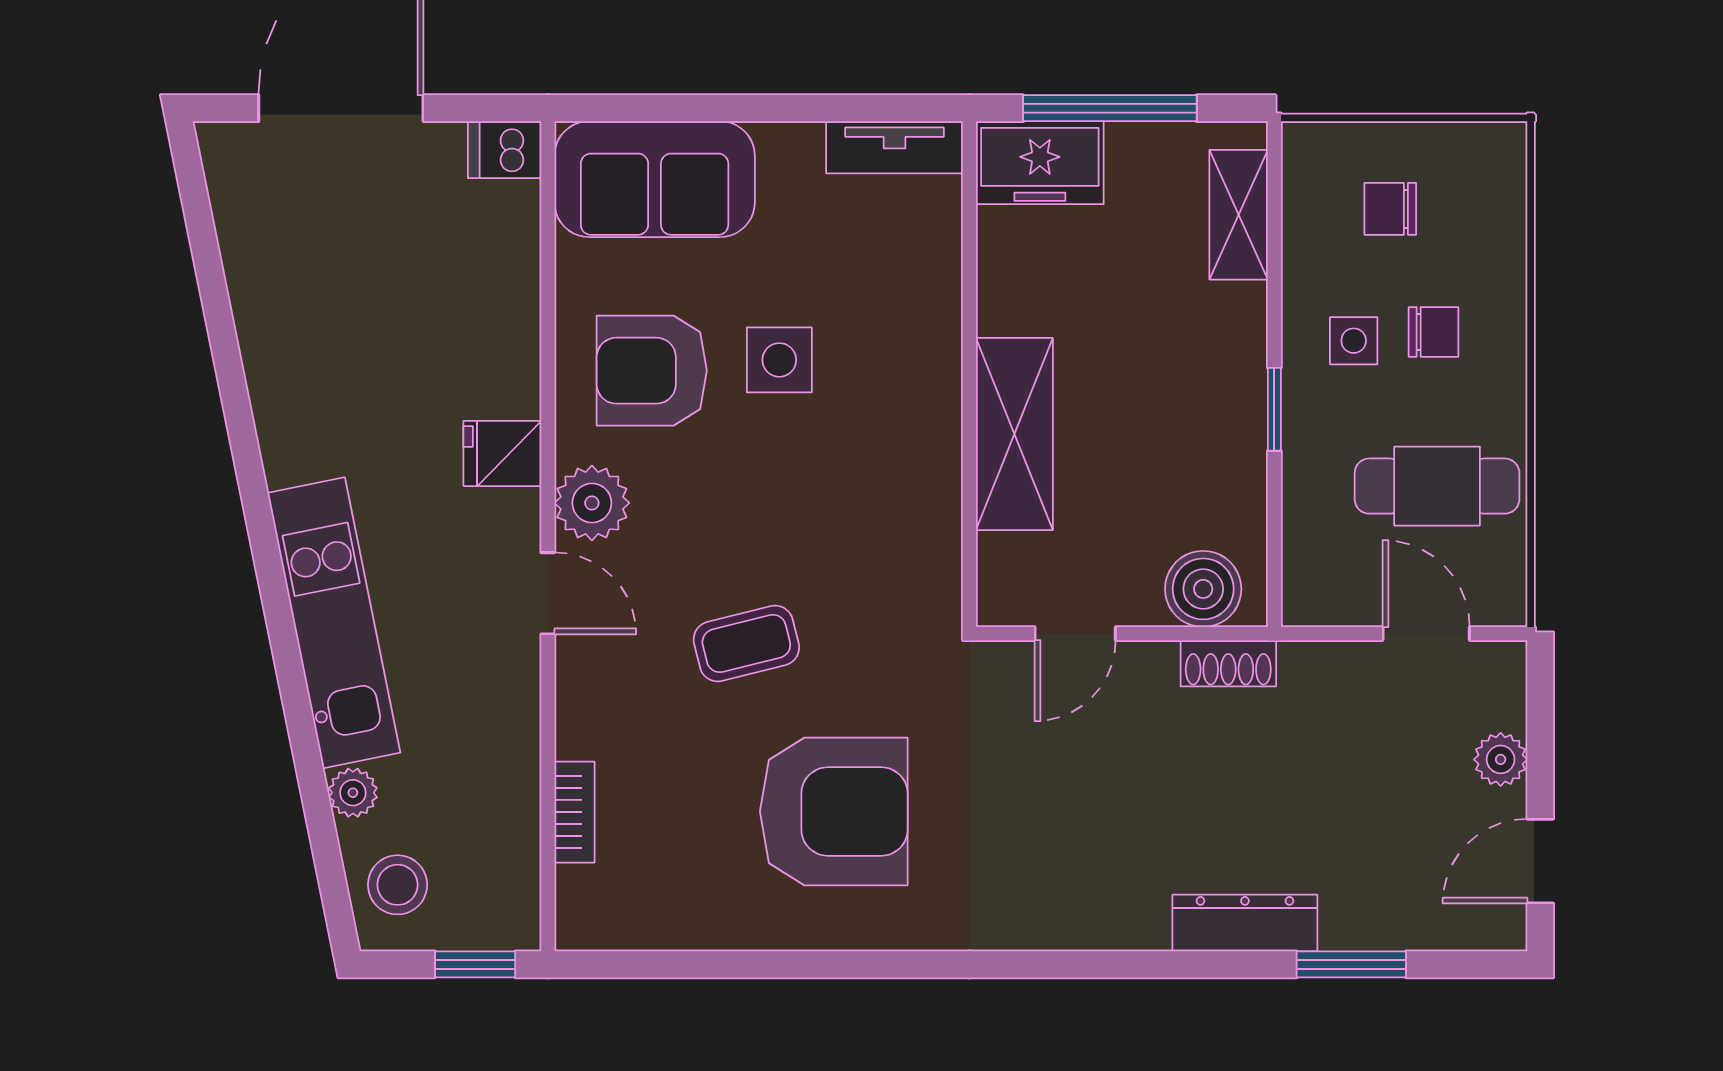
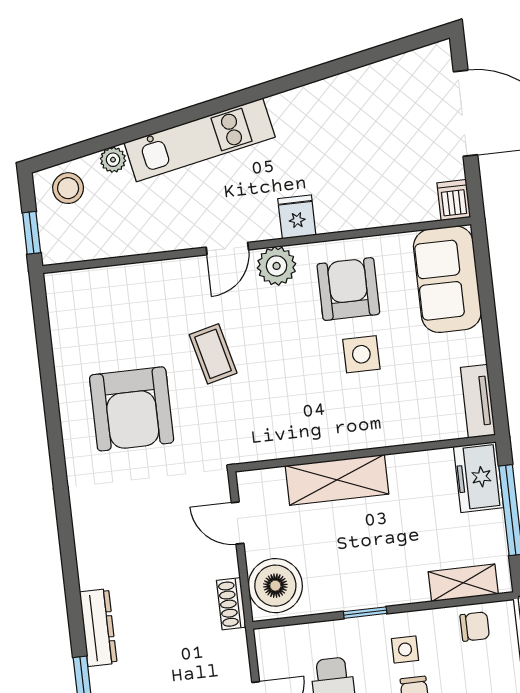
chair: (1390, 209) -> (475, 627), moved, turned 90
boiler: (1203, 589) -> (275, 586), width x1.37, depth x1.37
bookcase: (574, 812) -> (116, 275), removed

